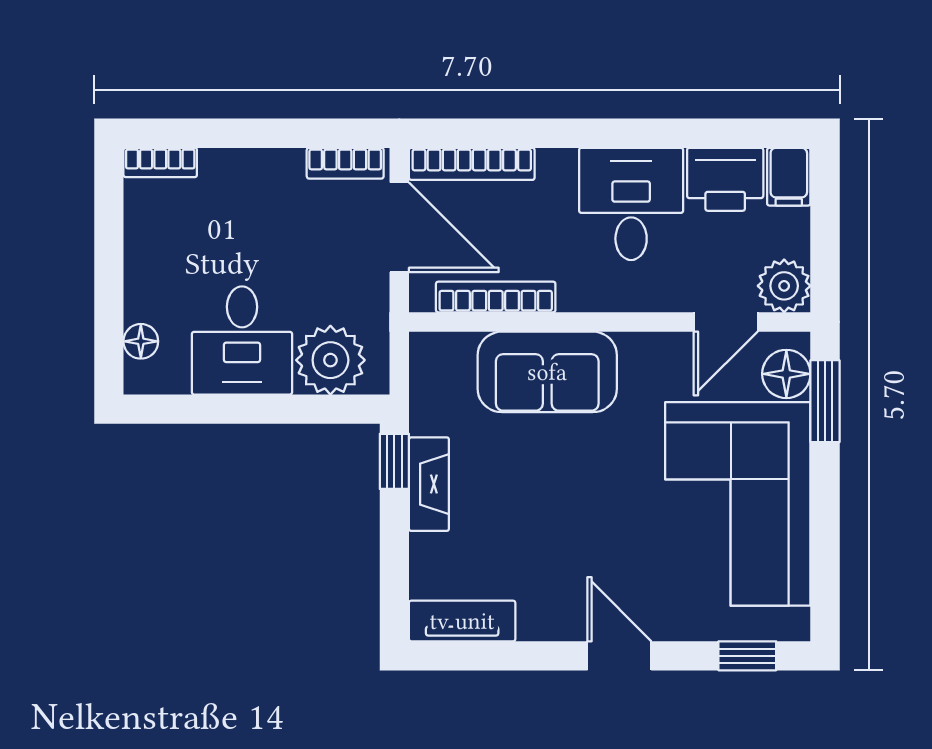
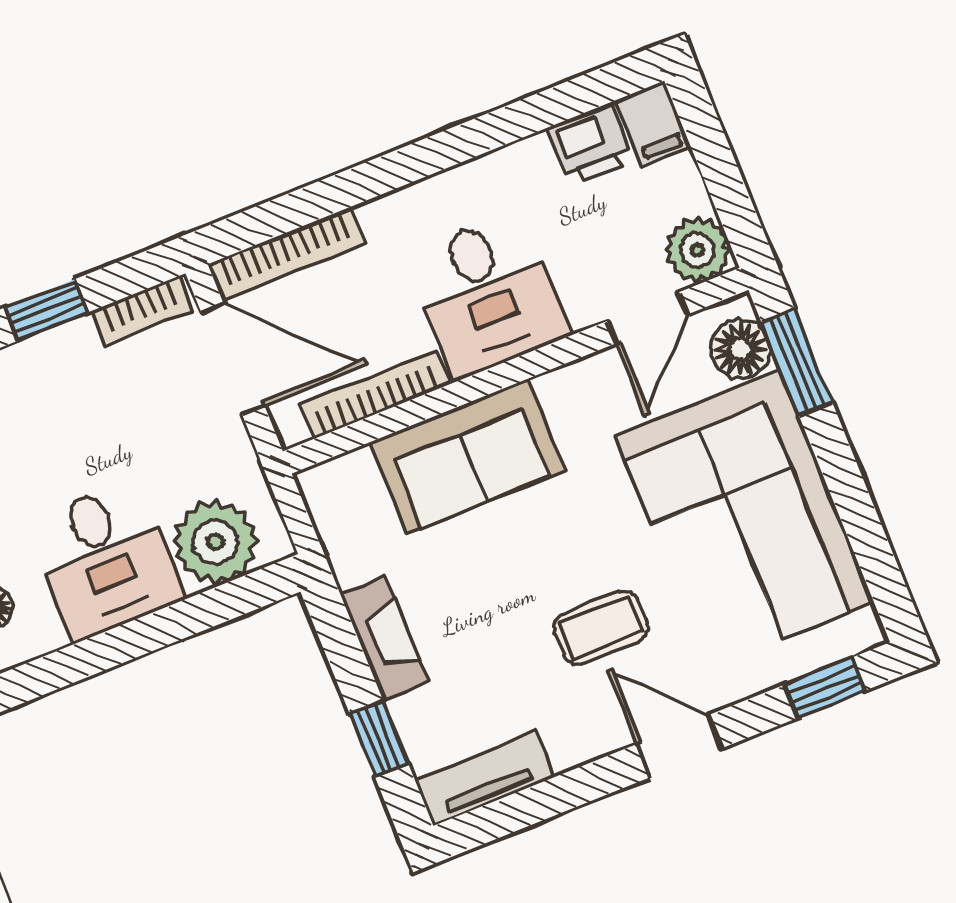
window: (273, 133) -> (46, 310), added
printer: (725, 179) -> (590, 144), width x0.73, depth x0.81
desk: (631, 204) -> (487, 295), moved, turned 180
window: (394, 461) -> (379, 738), moved
coffee table: (596, 542) -> (601, 627), added

